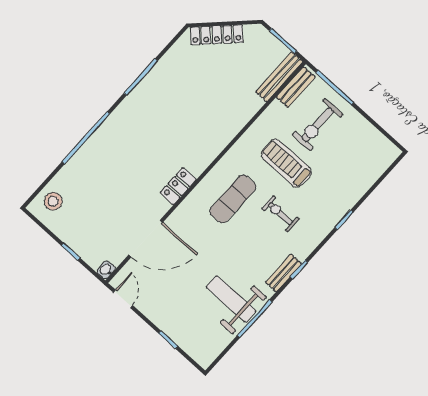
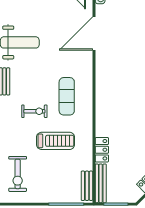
exercise bike: (318, 125) -> (18, 174), moved, turned 180
locker: (178, 186) -> (102, 150), moved

